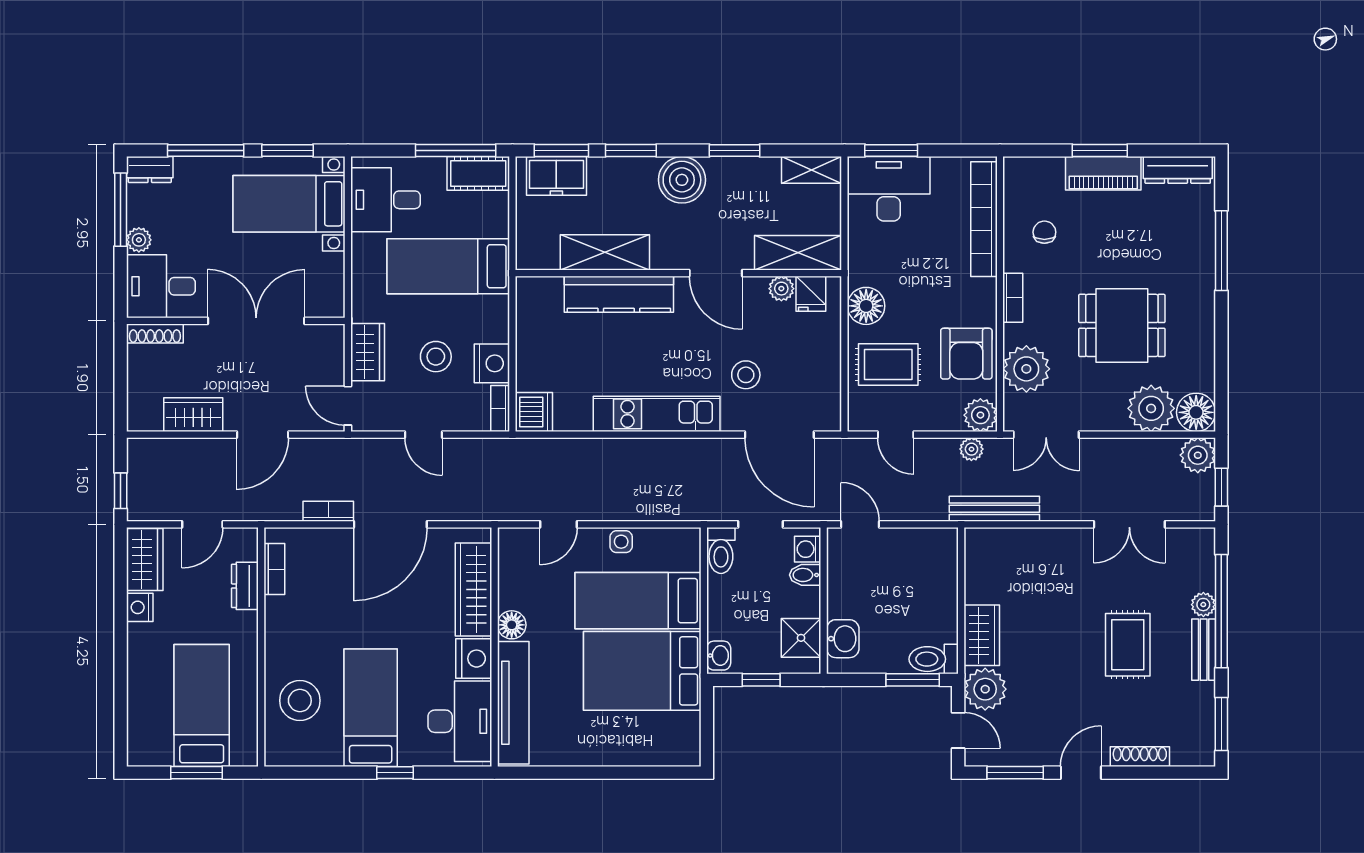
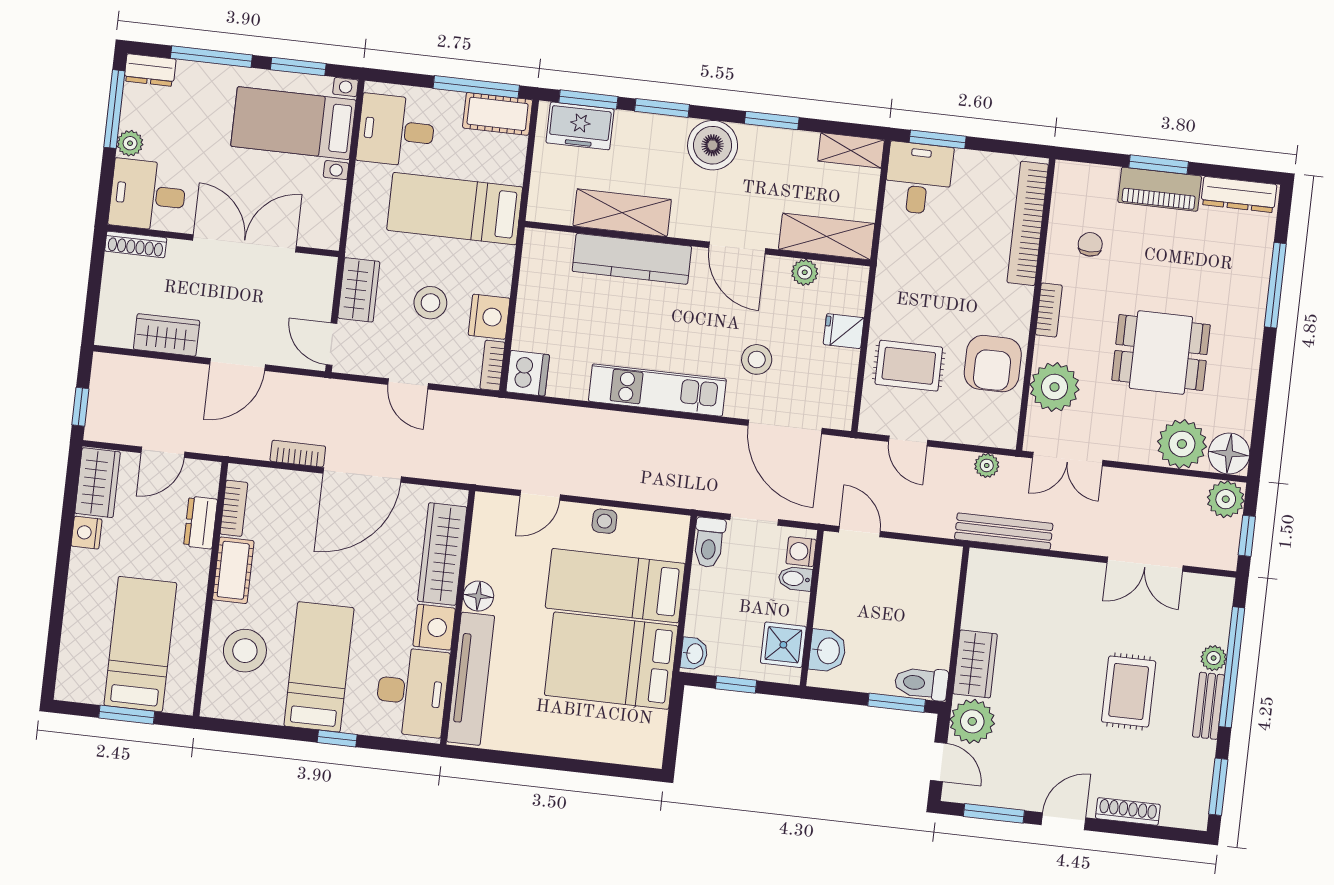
desk: (889, 189) -> (919, 178), width x0.73
fridge: (811, 294) -> (844, 331), moved, turned 90
floor lamp: (866, 306) -> (892, 301), removed
plant: (980, 415) -> (1000, 430), removed
cot: (280, 627) -> (233, 570), added

